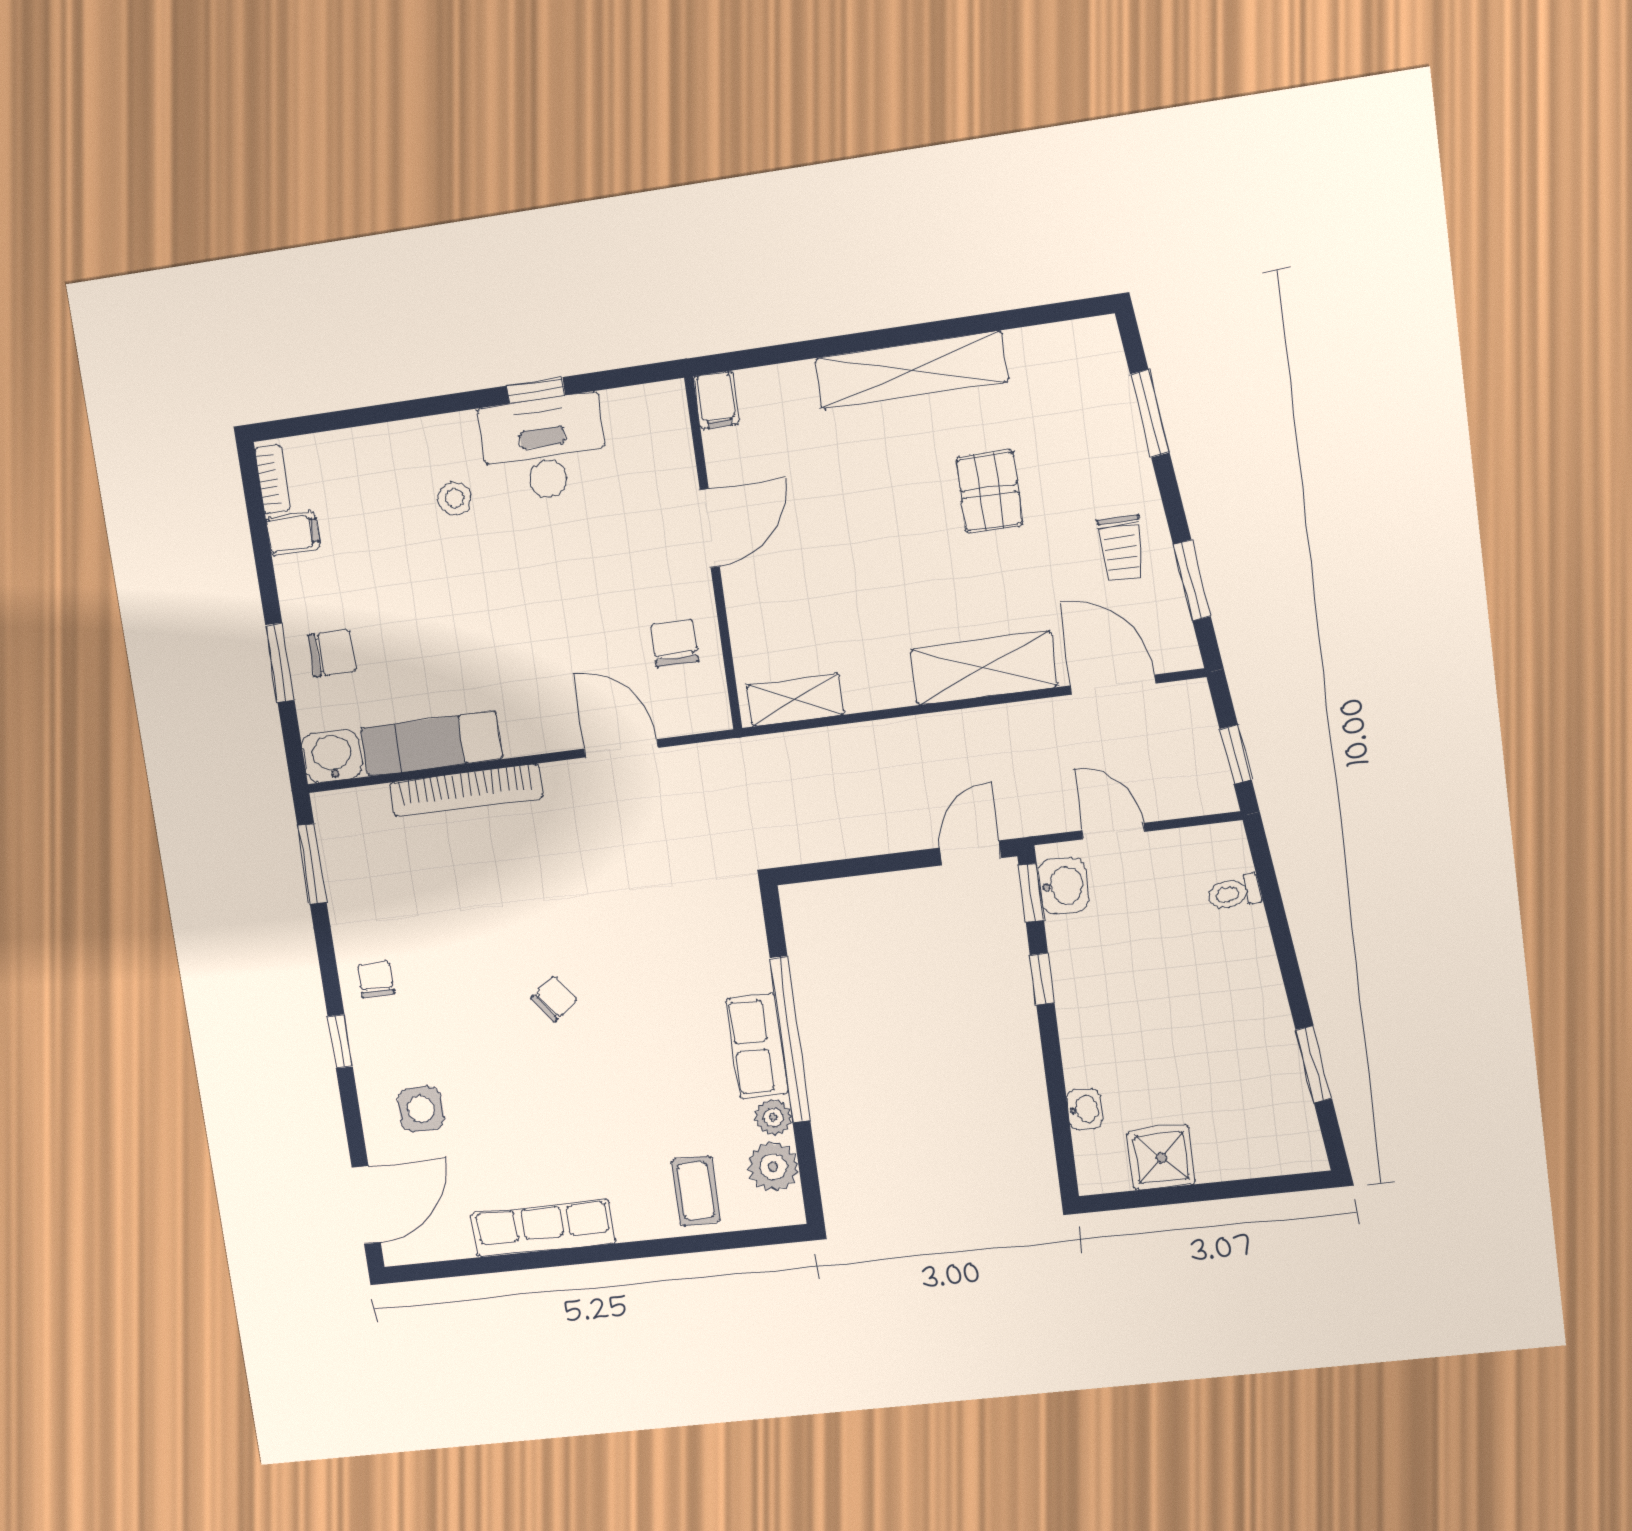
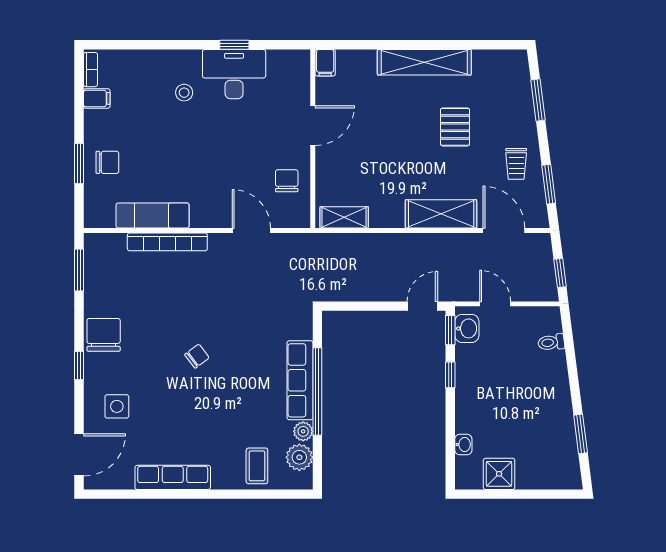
washbasin: (332, 756) -> (99, 215), removed
chair: (376, 980) -> (104, 335), width x1.87, depth x1.87
row of seats: (757, 1046) -> (300, 380), width x1.48

